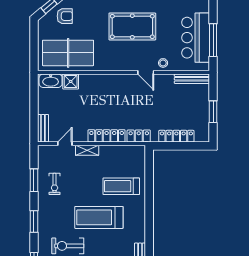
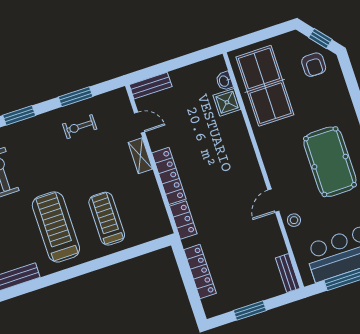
bench: (192, 79) -> (288, 273), width x0.73
washbasin: (51, 81) -> (224, 81), width x0.52, depth x0.69
treadmill: (99, 217) -> (56, 227), moved

